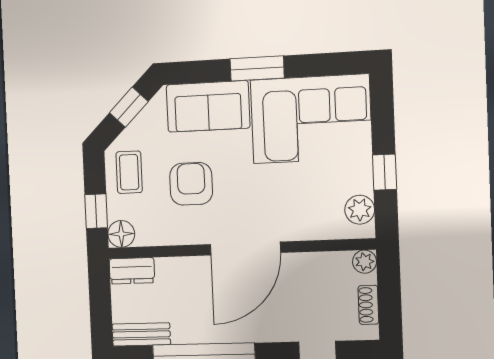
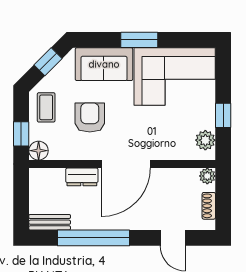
dresser: (132, 271) -> (82, 177), moved

